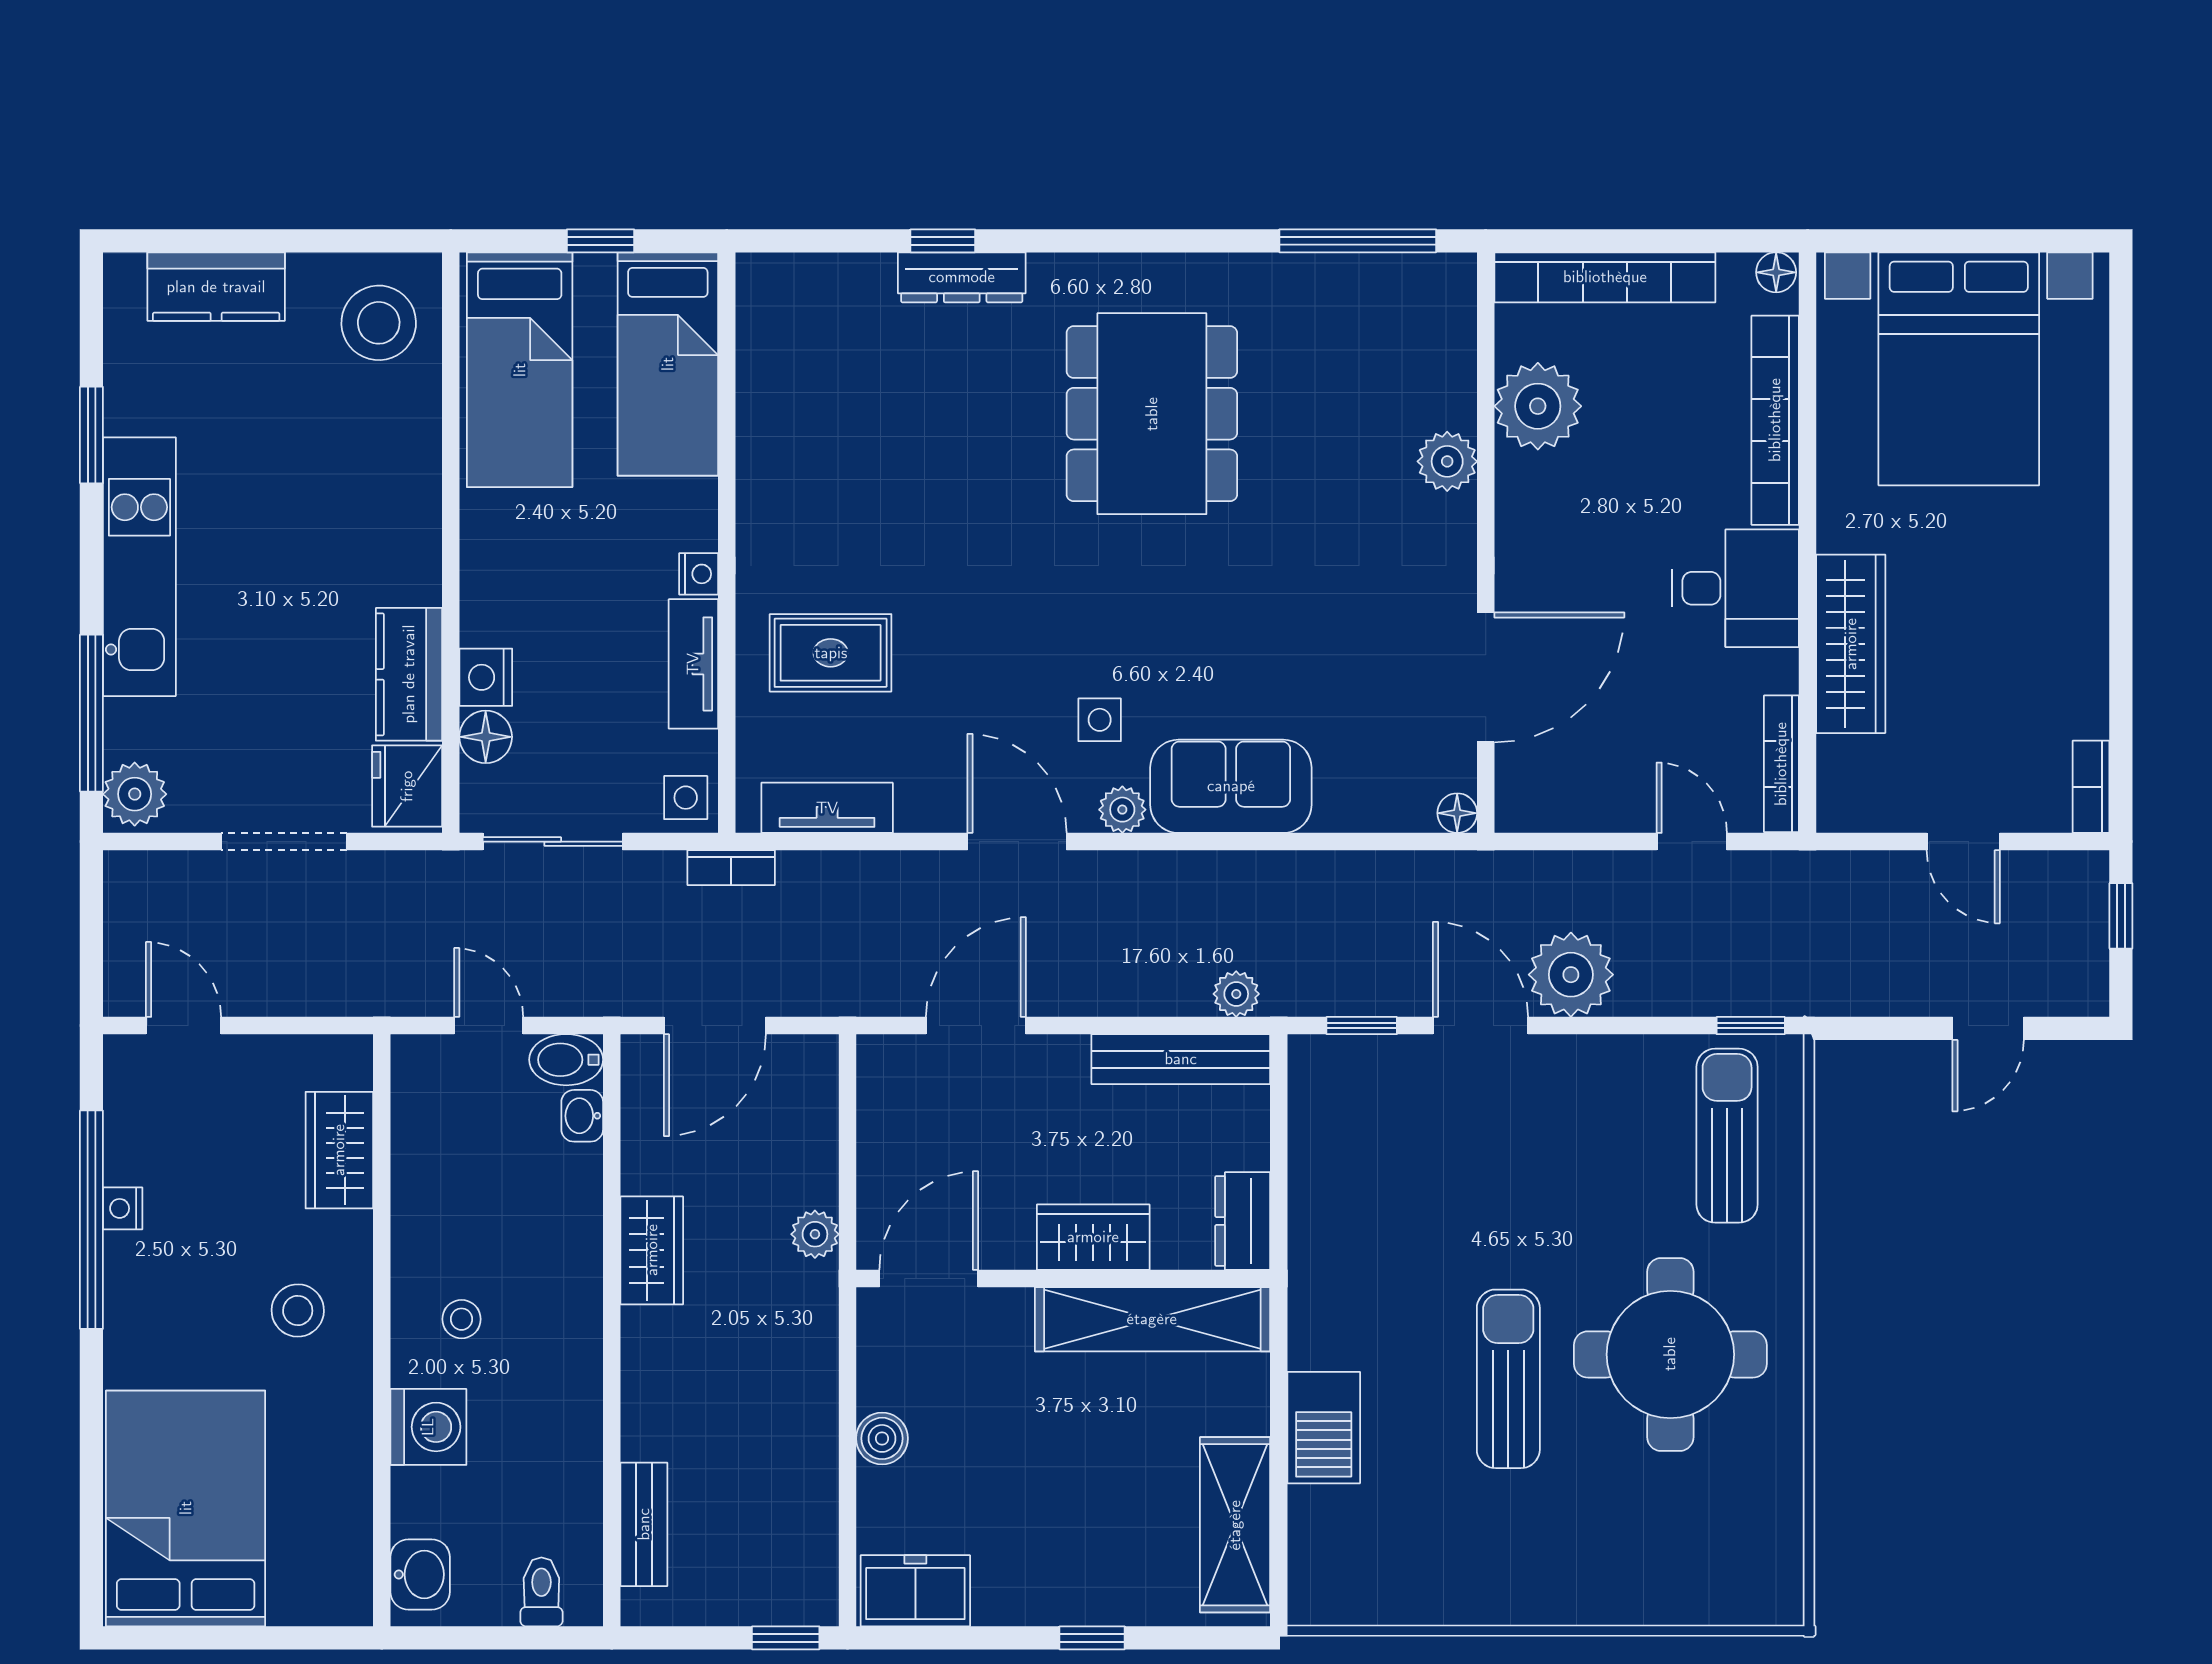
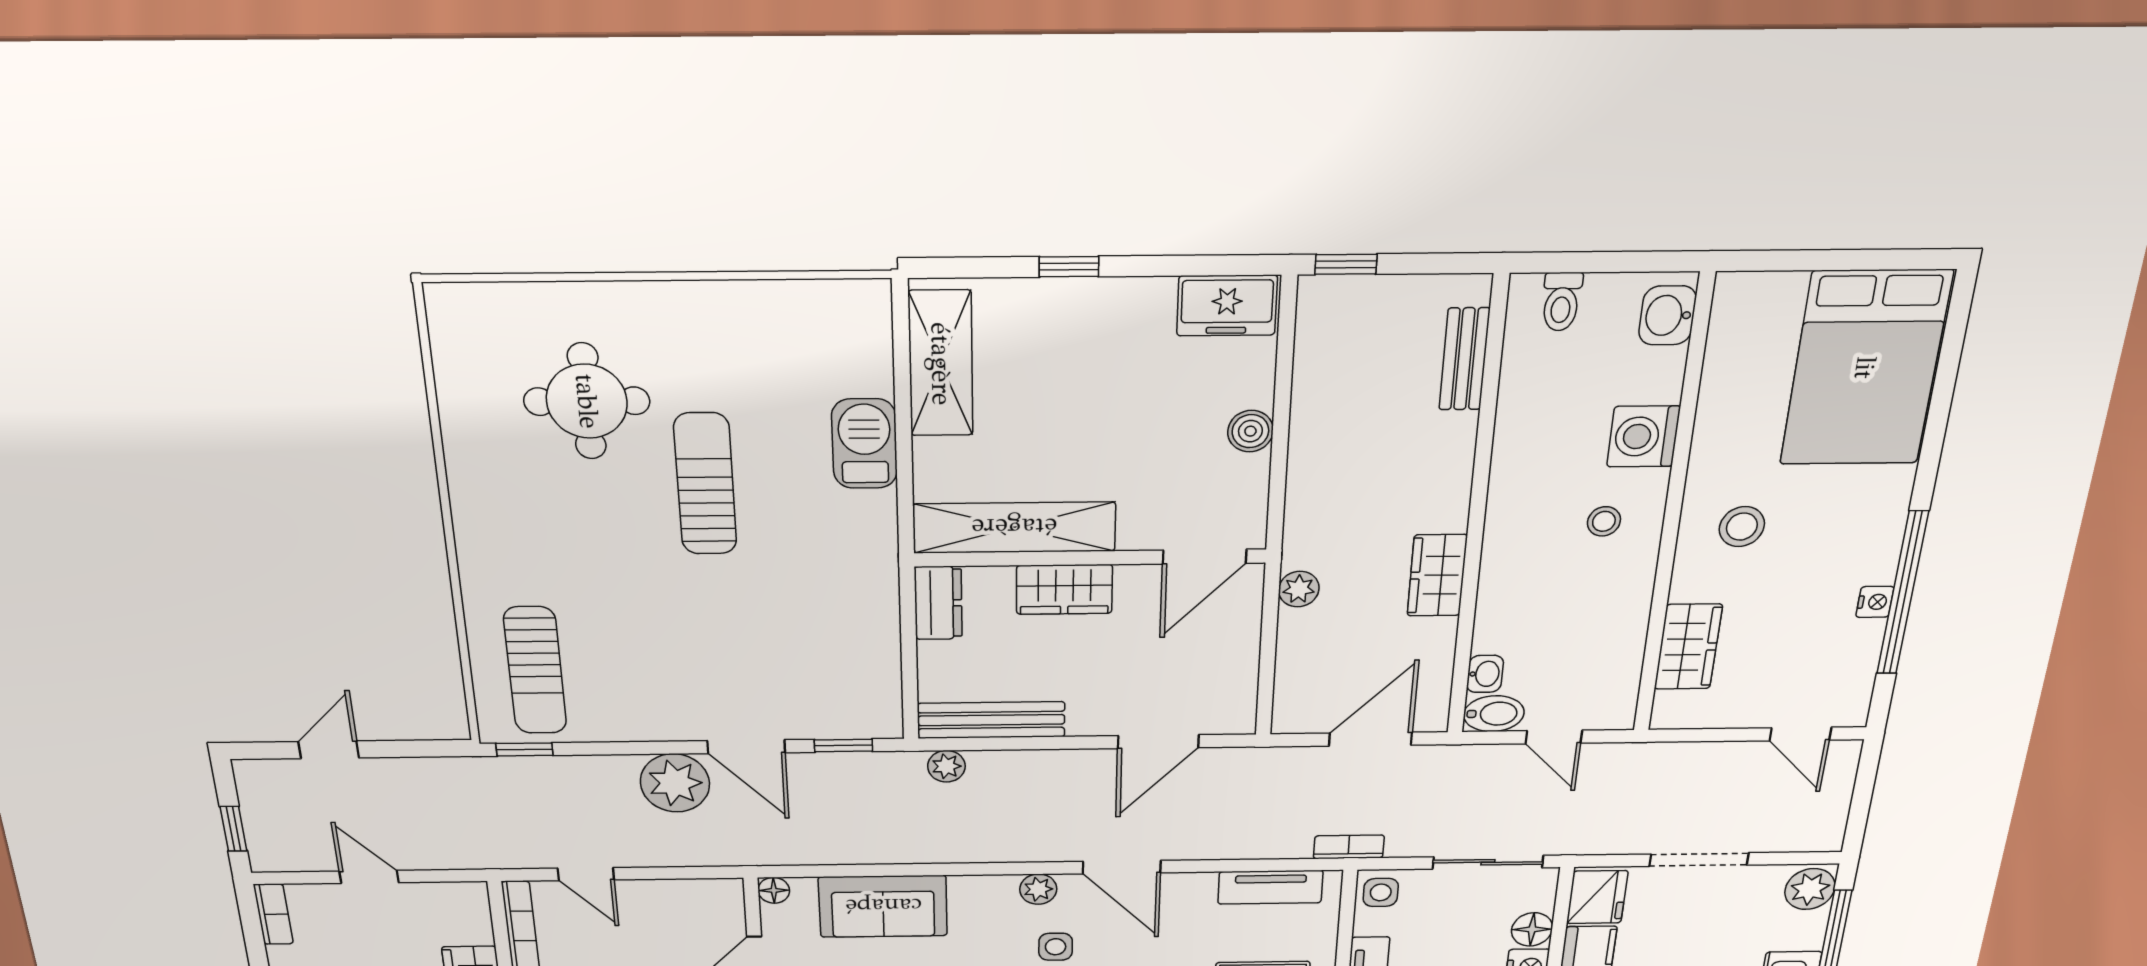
sofa: (1231, 786) -> (883, 906), moved
round table: (1670, 1354) -> (587, 401), moved, width x0.73, depth x0.73
sun lounger: (1508, 1379) -> (705, 484), turned 180

